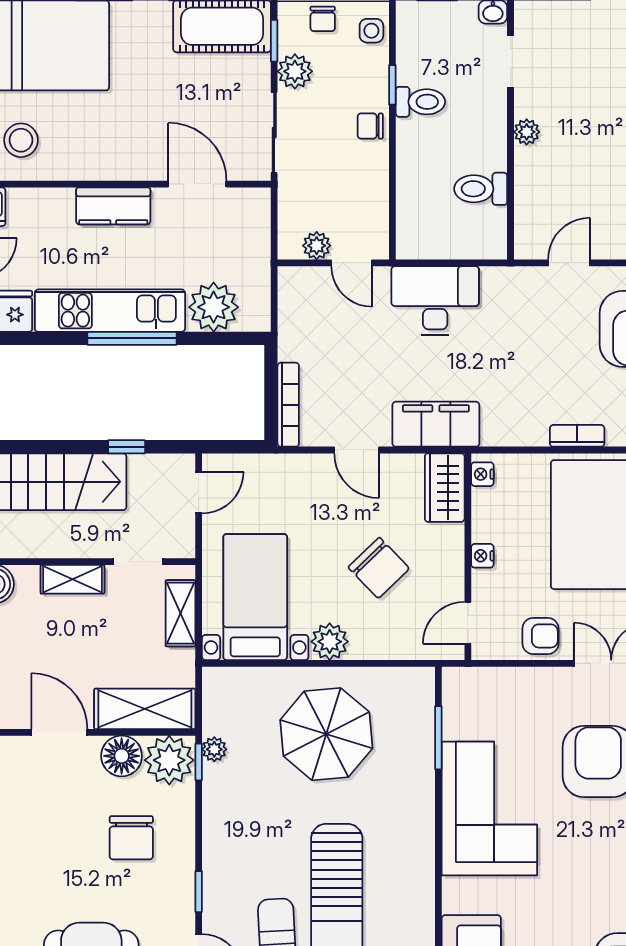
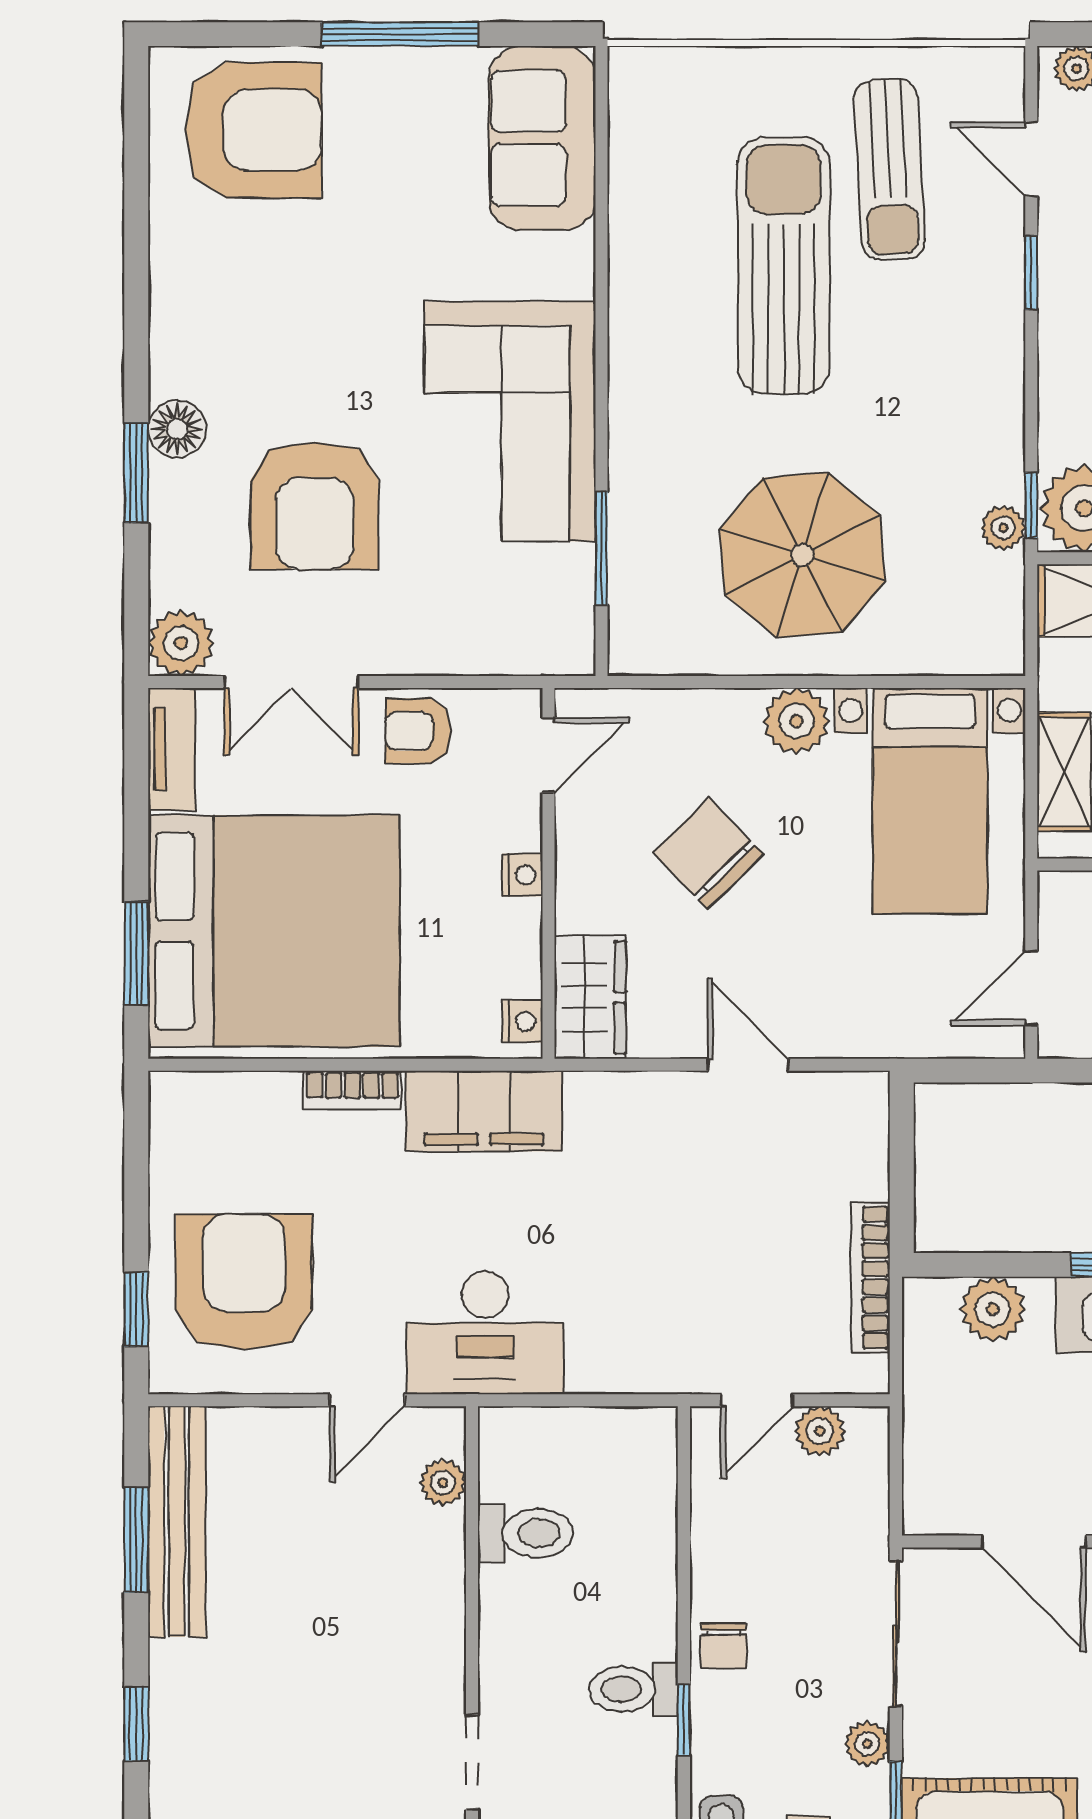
plant: (295, 71) -> (867, 1744), width x0.73, depth x0.73
chair: (370, 126) -> (724, 1646), turned 90
plant: (527, 132) -> (443, 1482), moved
door: (352, 263) -> (757, 1400), swing flipped
desk: (435, 301) -> (485, 1333), moved
plant: (214, 307) -> (993, 1309), width x0.73, depth x0.73
bookcase: (288, 405) -> (871, 1278), moved
filing cabinet: (436, 424) -> (484, 1111), moved

